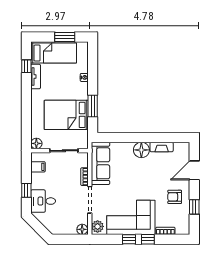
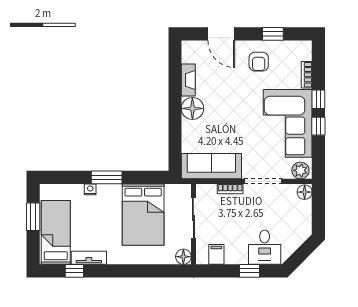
window: (93, 106) -> (107, 177), moved

